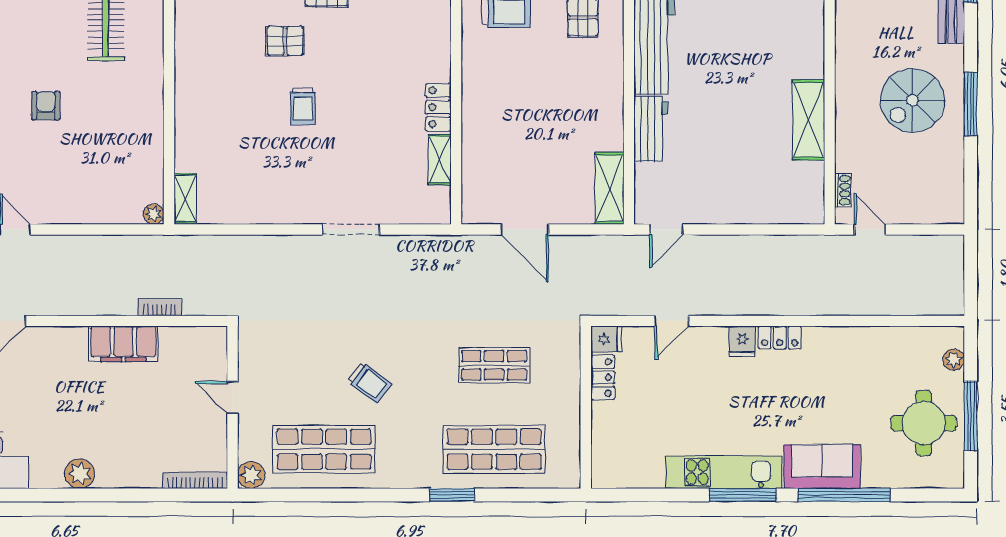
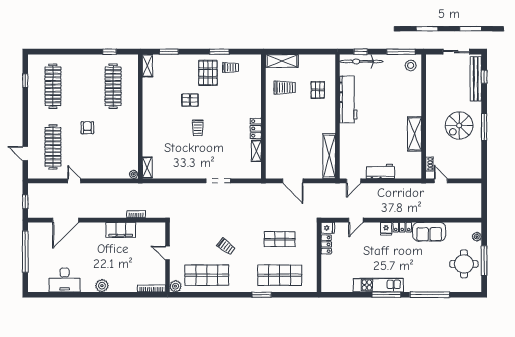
workbench: (651, 129) -> (380, 171), moved, turned -90
shelving: (609, 188) -> (329, 156), width x1.47
sofa: (822, 467) -> (429, 232), moved, turned 180

